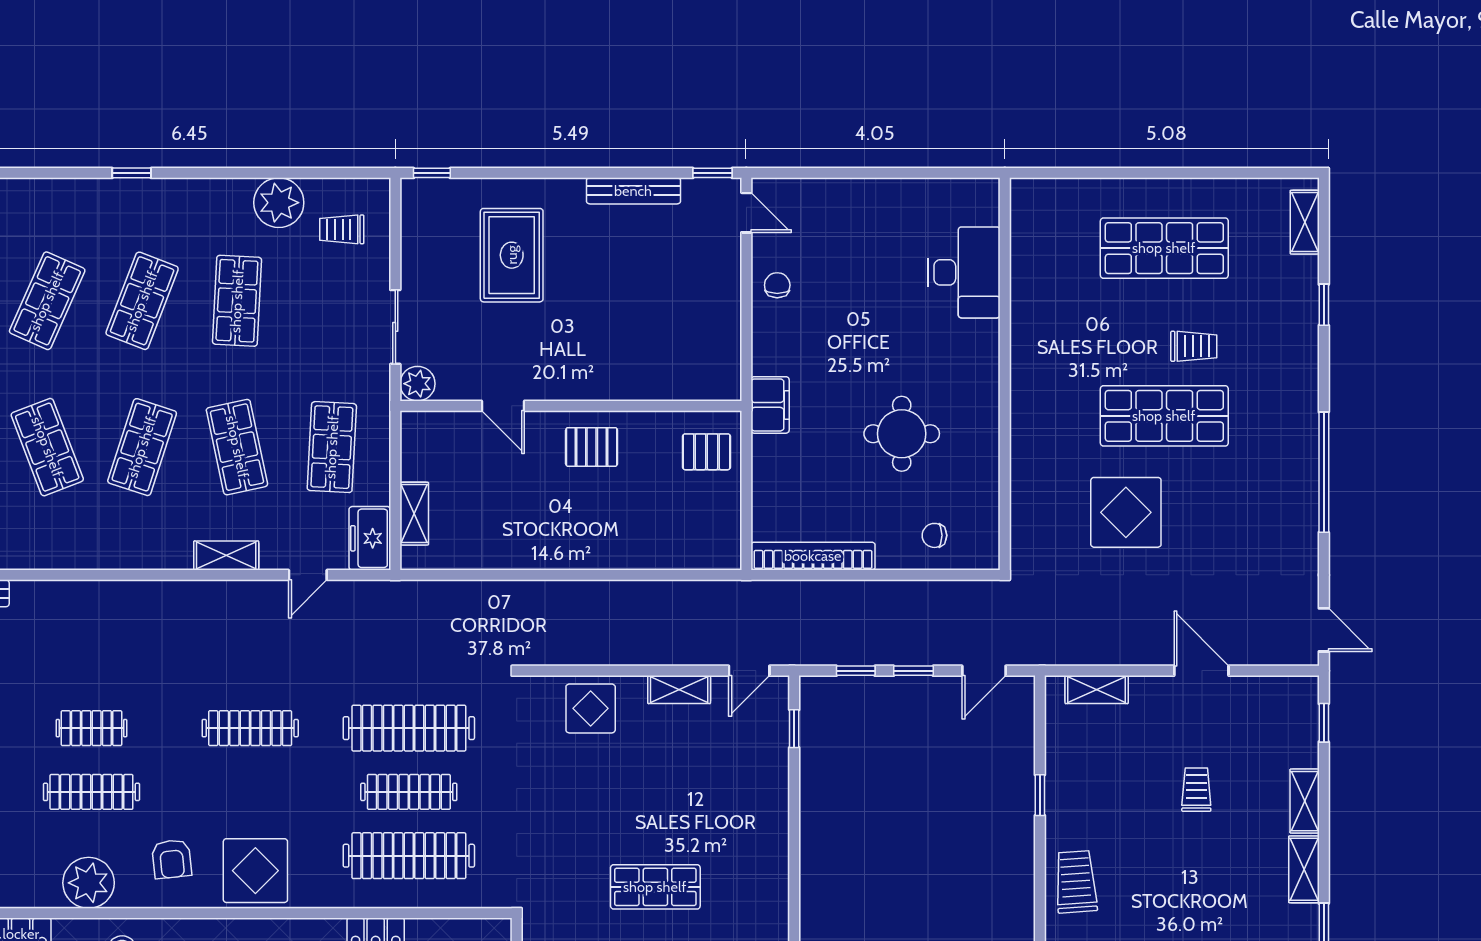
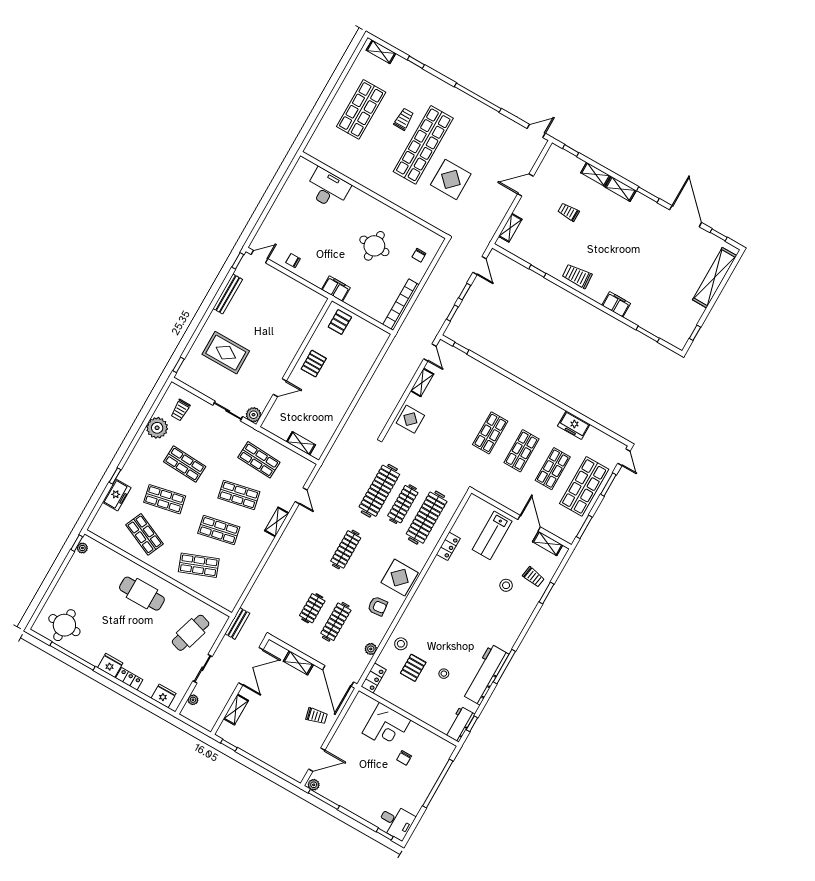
shop shelf: (142, 301) -> (165, 499), turned -33
shop shelf: (1164, 416) -> (423, 145), width x1.40
shop shelf: (142, 447) -> (219, 530), turned -30
freezer: (370, 538) -> (117, 495), moved, turned -90
plant: (89, 883) -> (371, 649), width x0.53, depth x0.53

